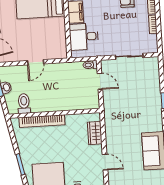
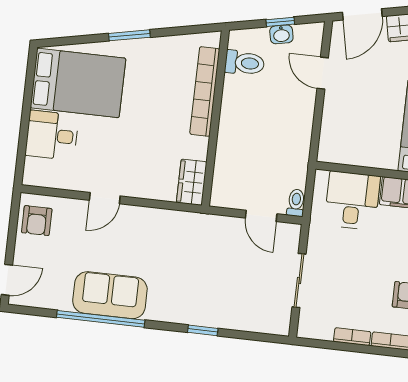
door: (36, 62) -> (323, 73), moved
door: (100, 81) -> (261, 216), hinge flipped
wardrobe: (95, 133) -> (192, 182), moved, turned -90

